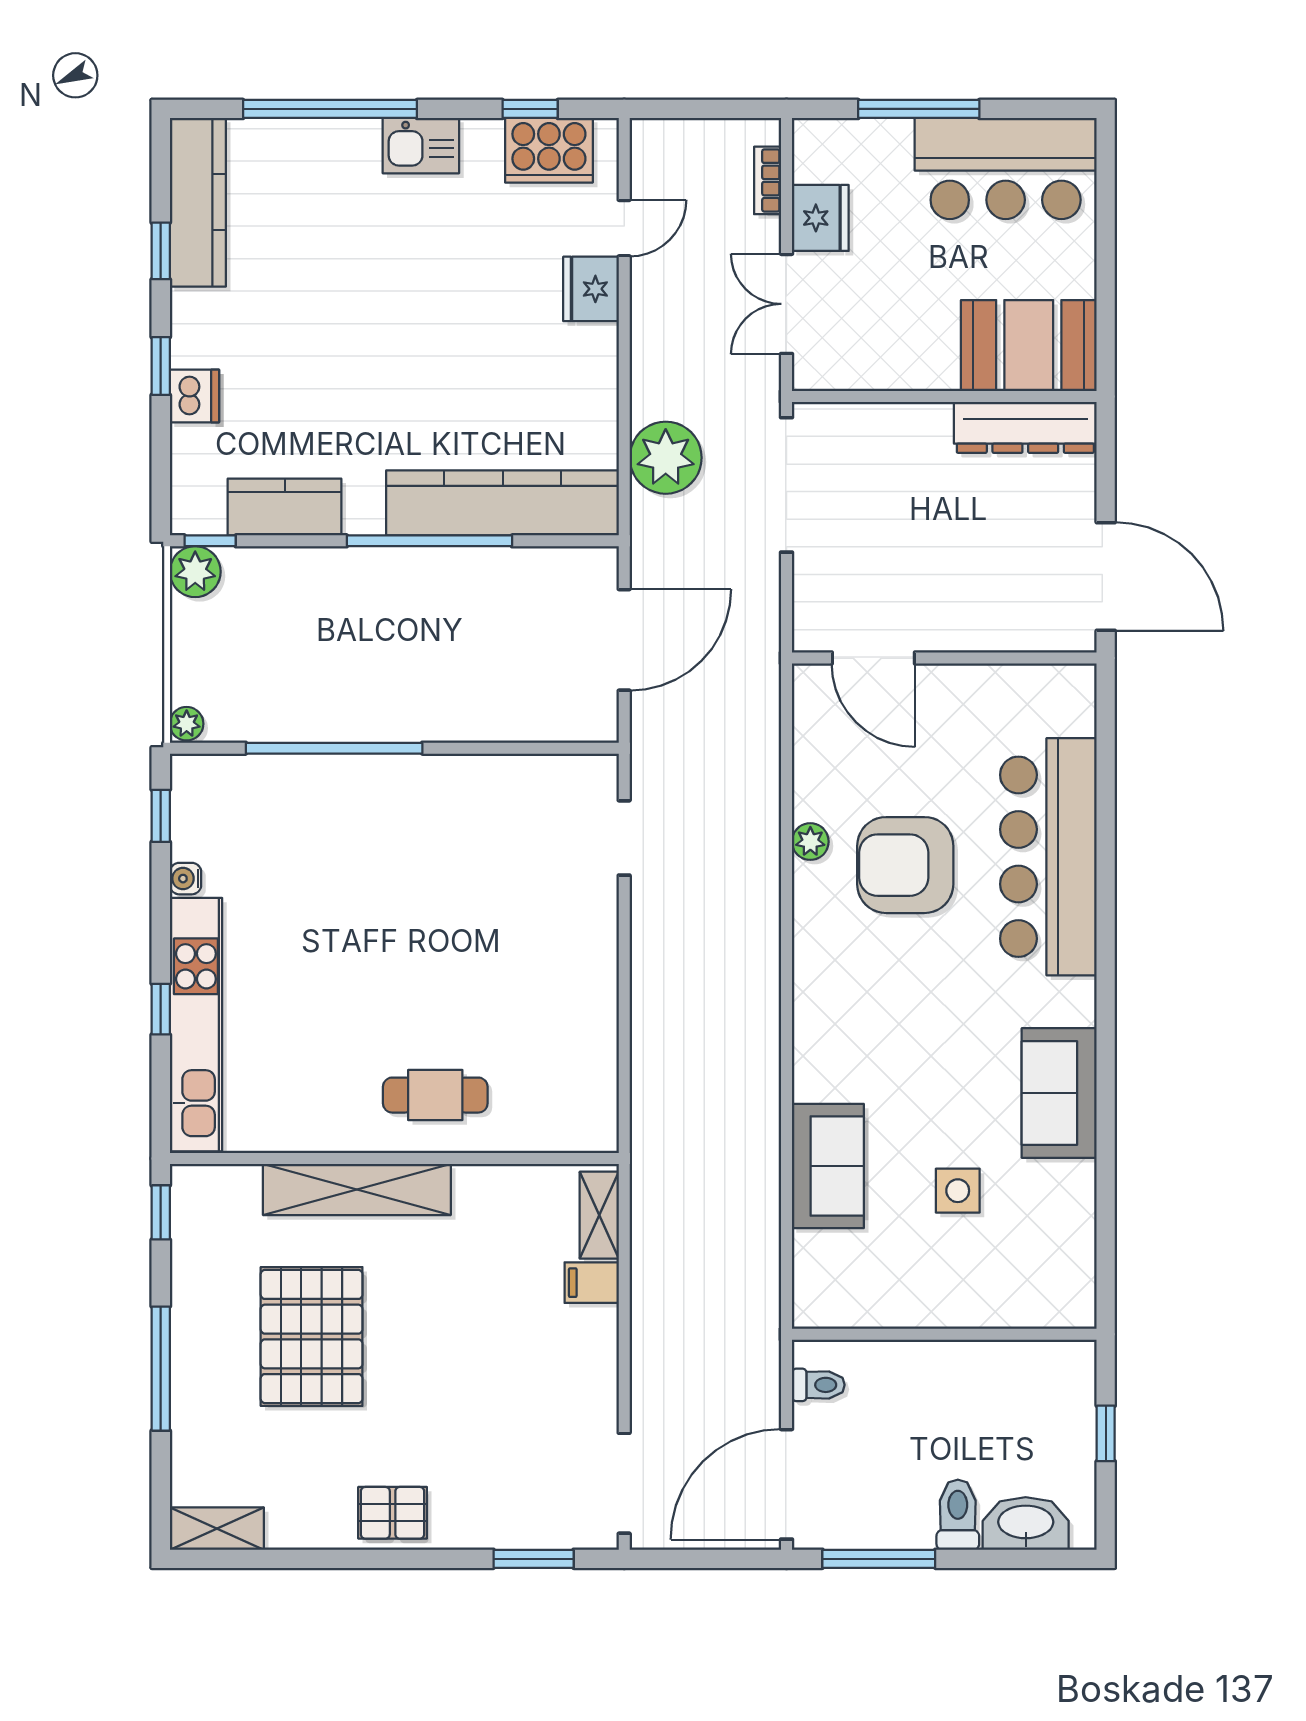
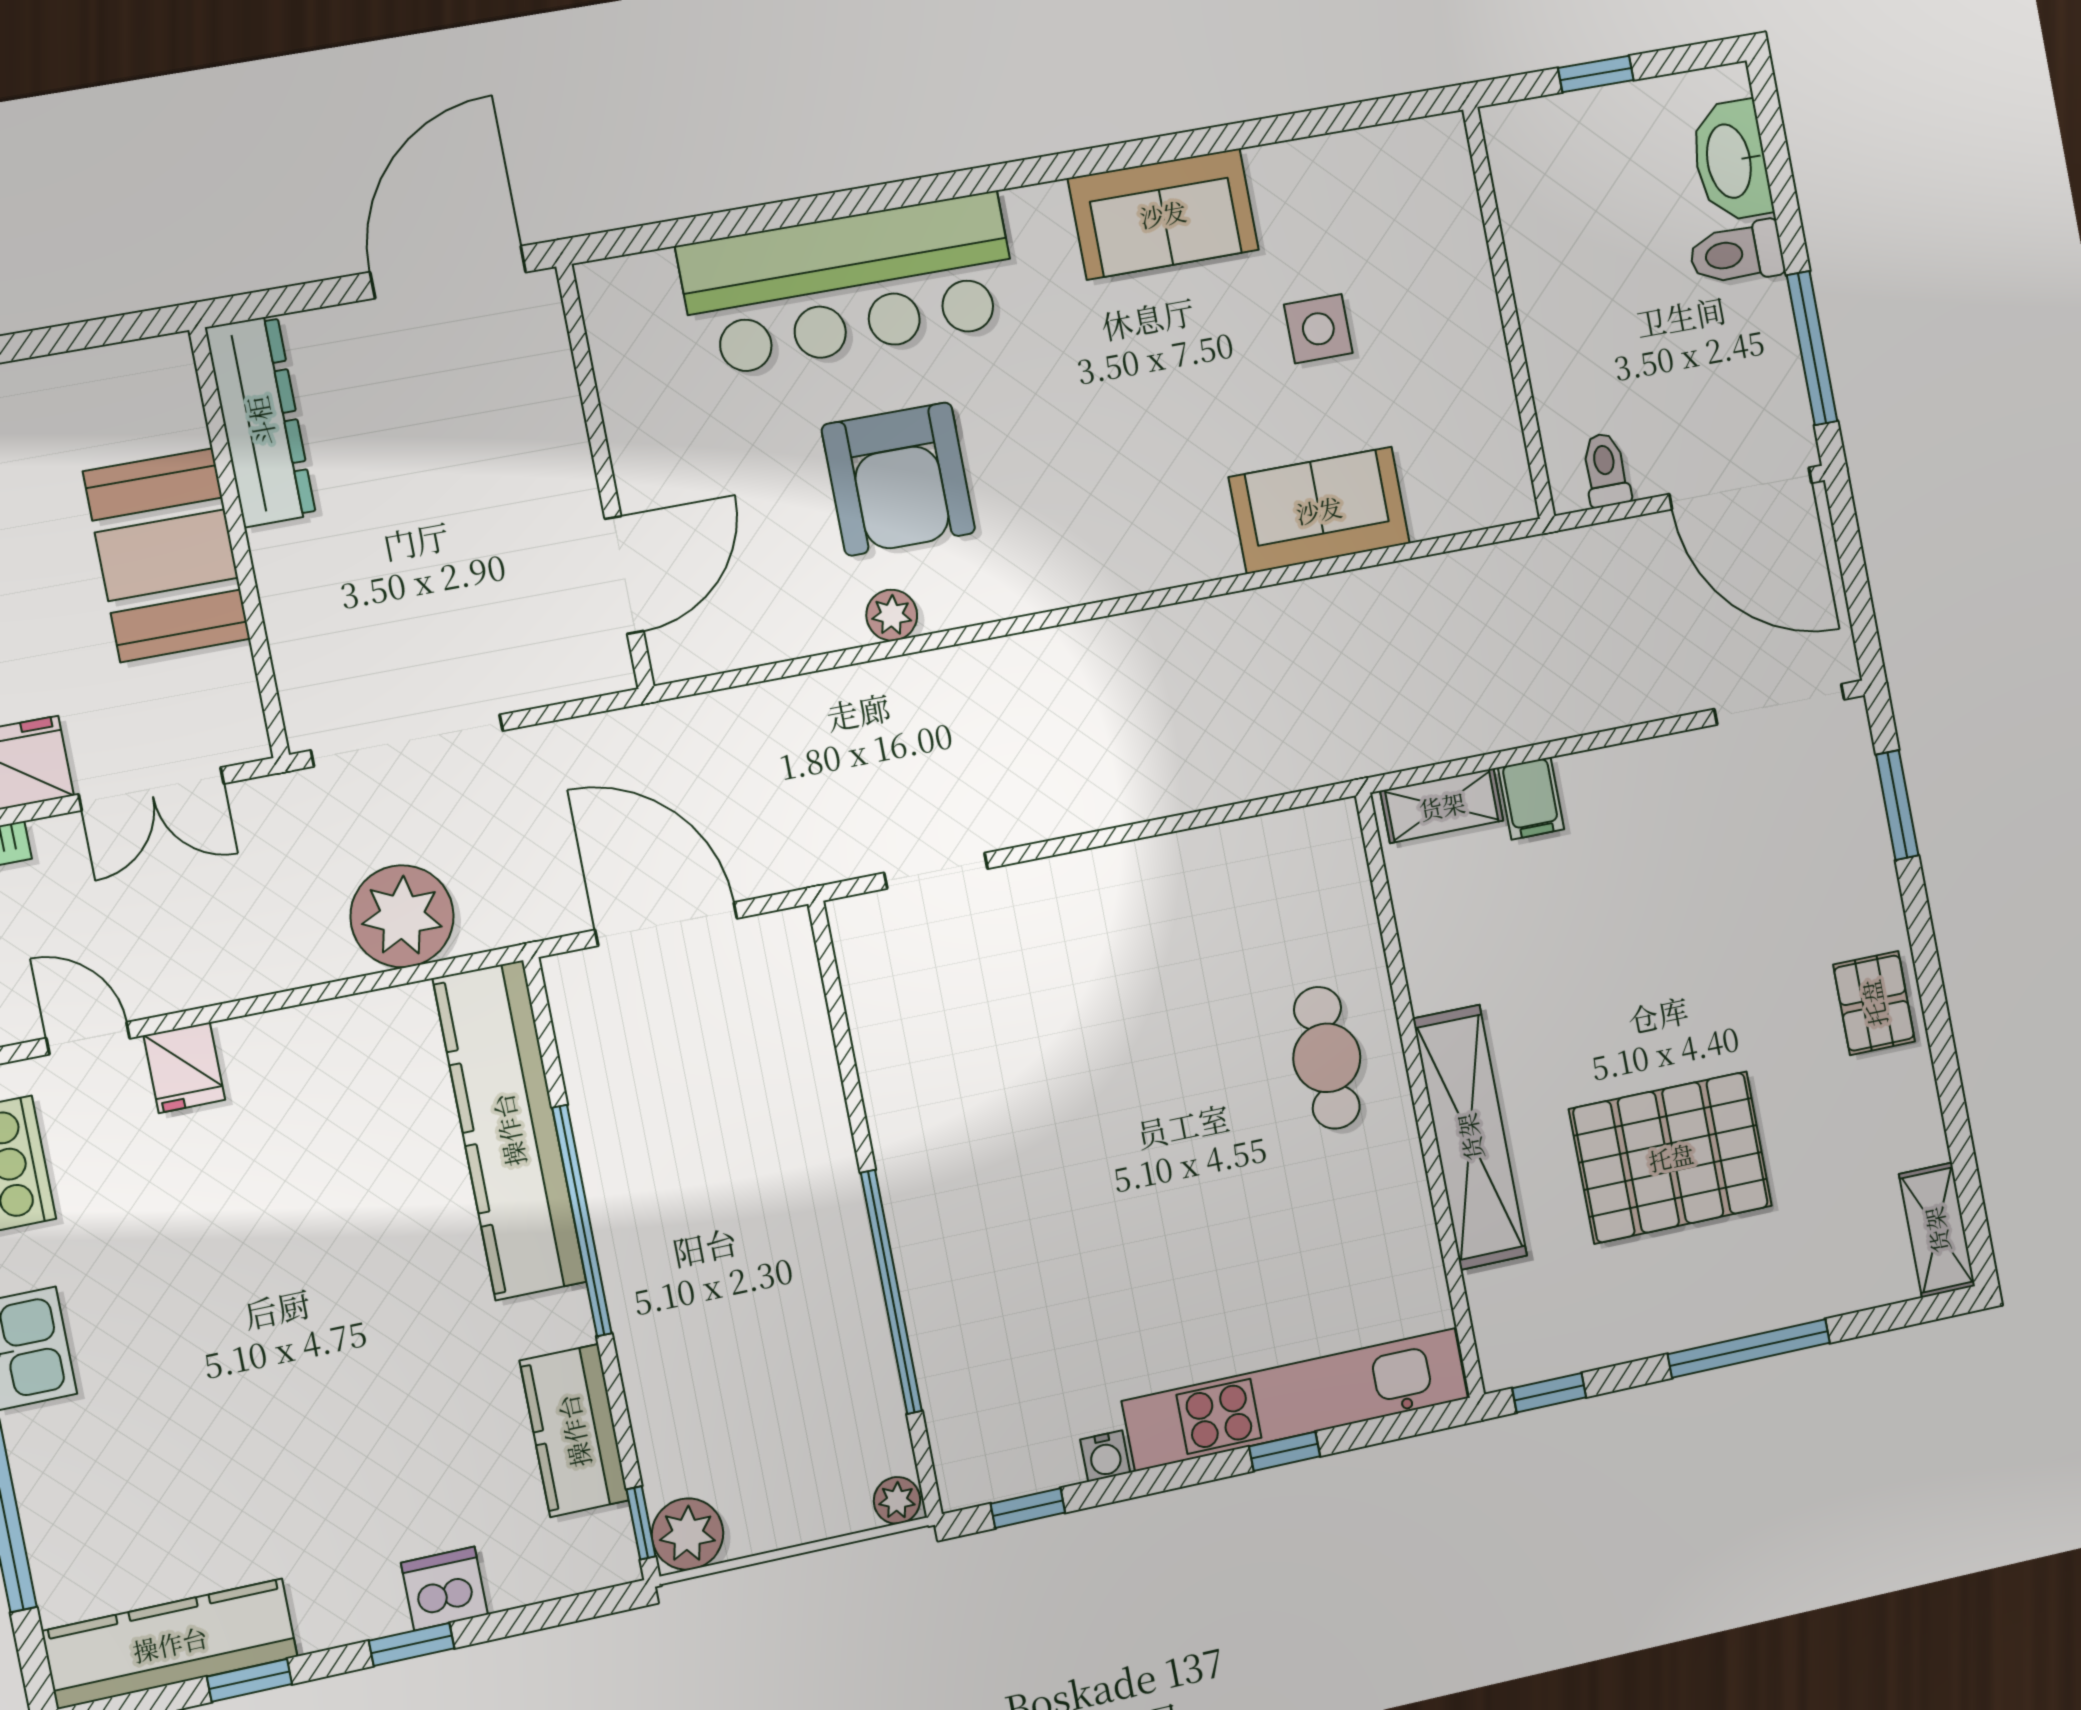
fridge: (591, 289) -> (184, 1068), width x0.72
booth: (1029, 346) -> (167, 555), moved

